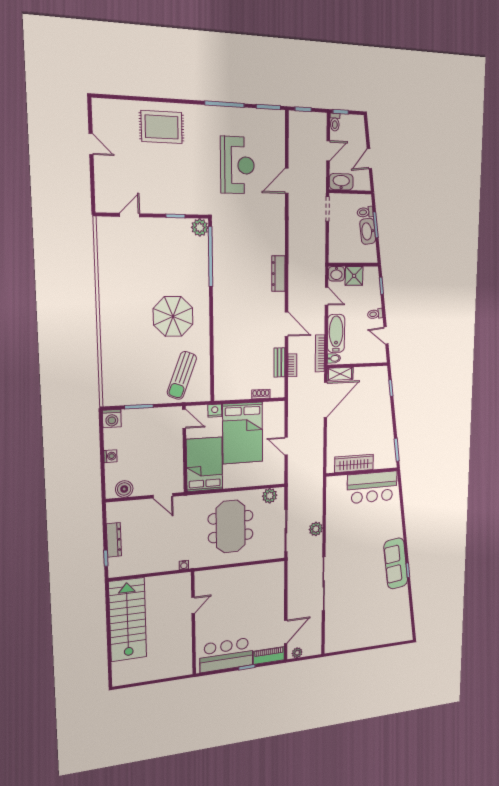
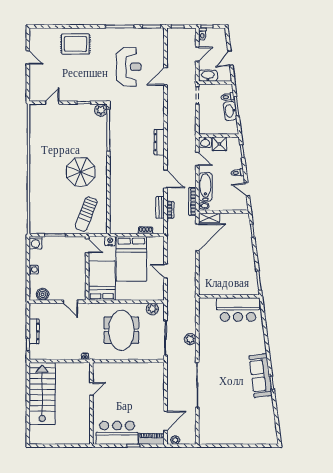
wardrobe: (354, 463) -> (222, 289), removed

